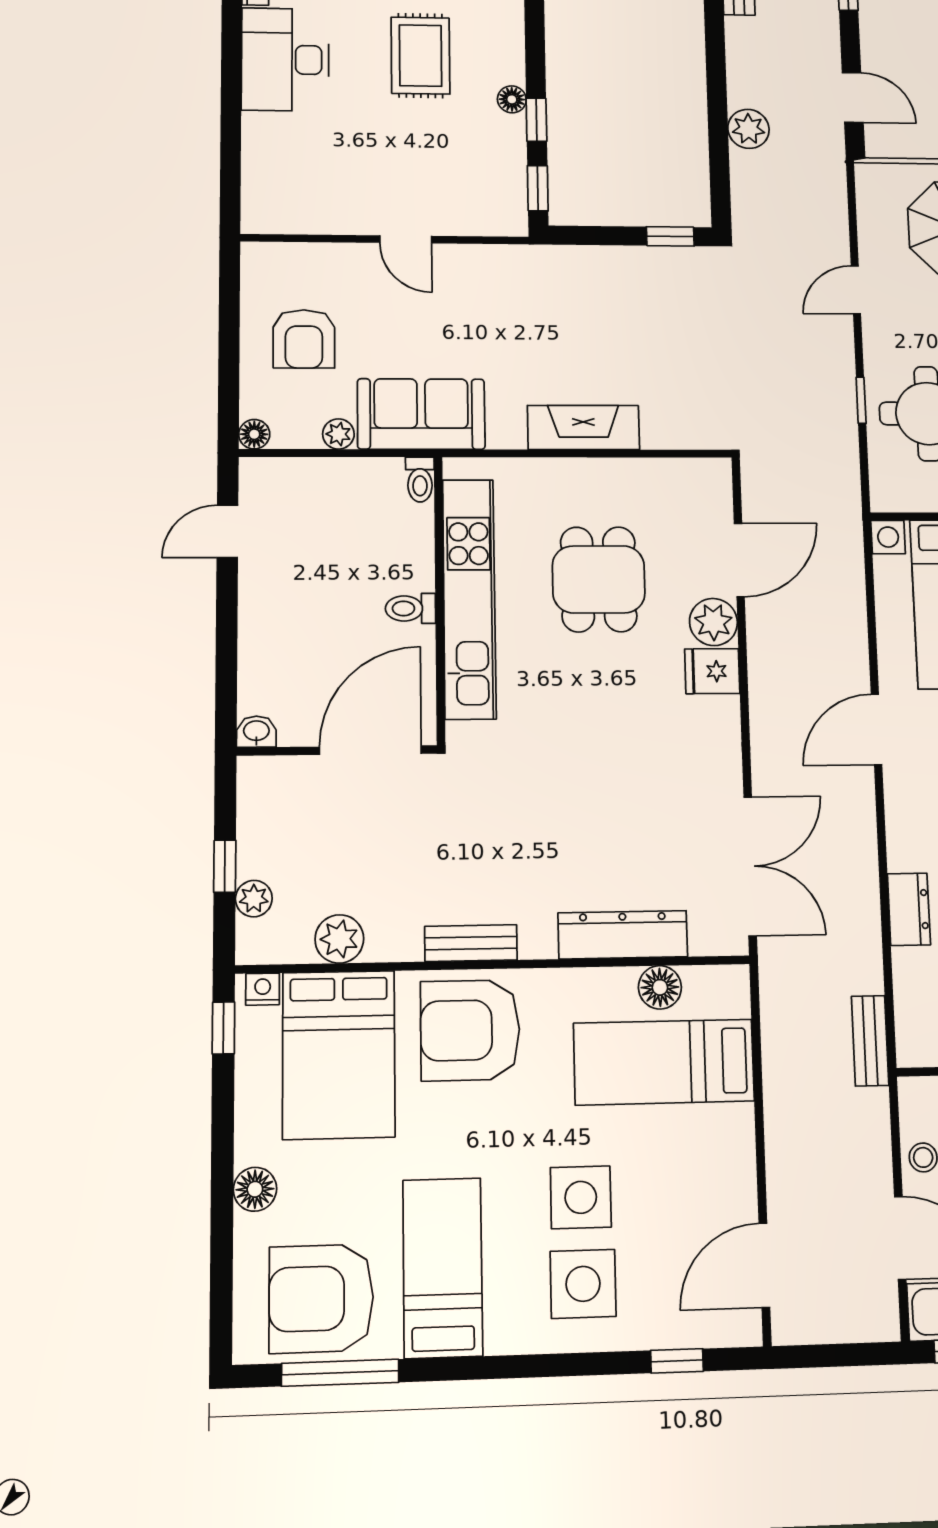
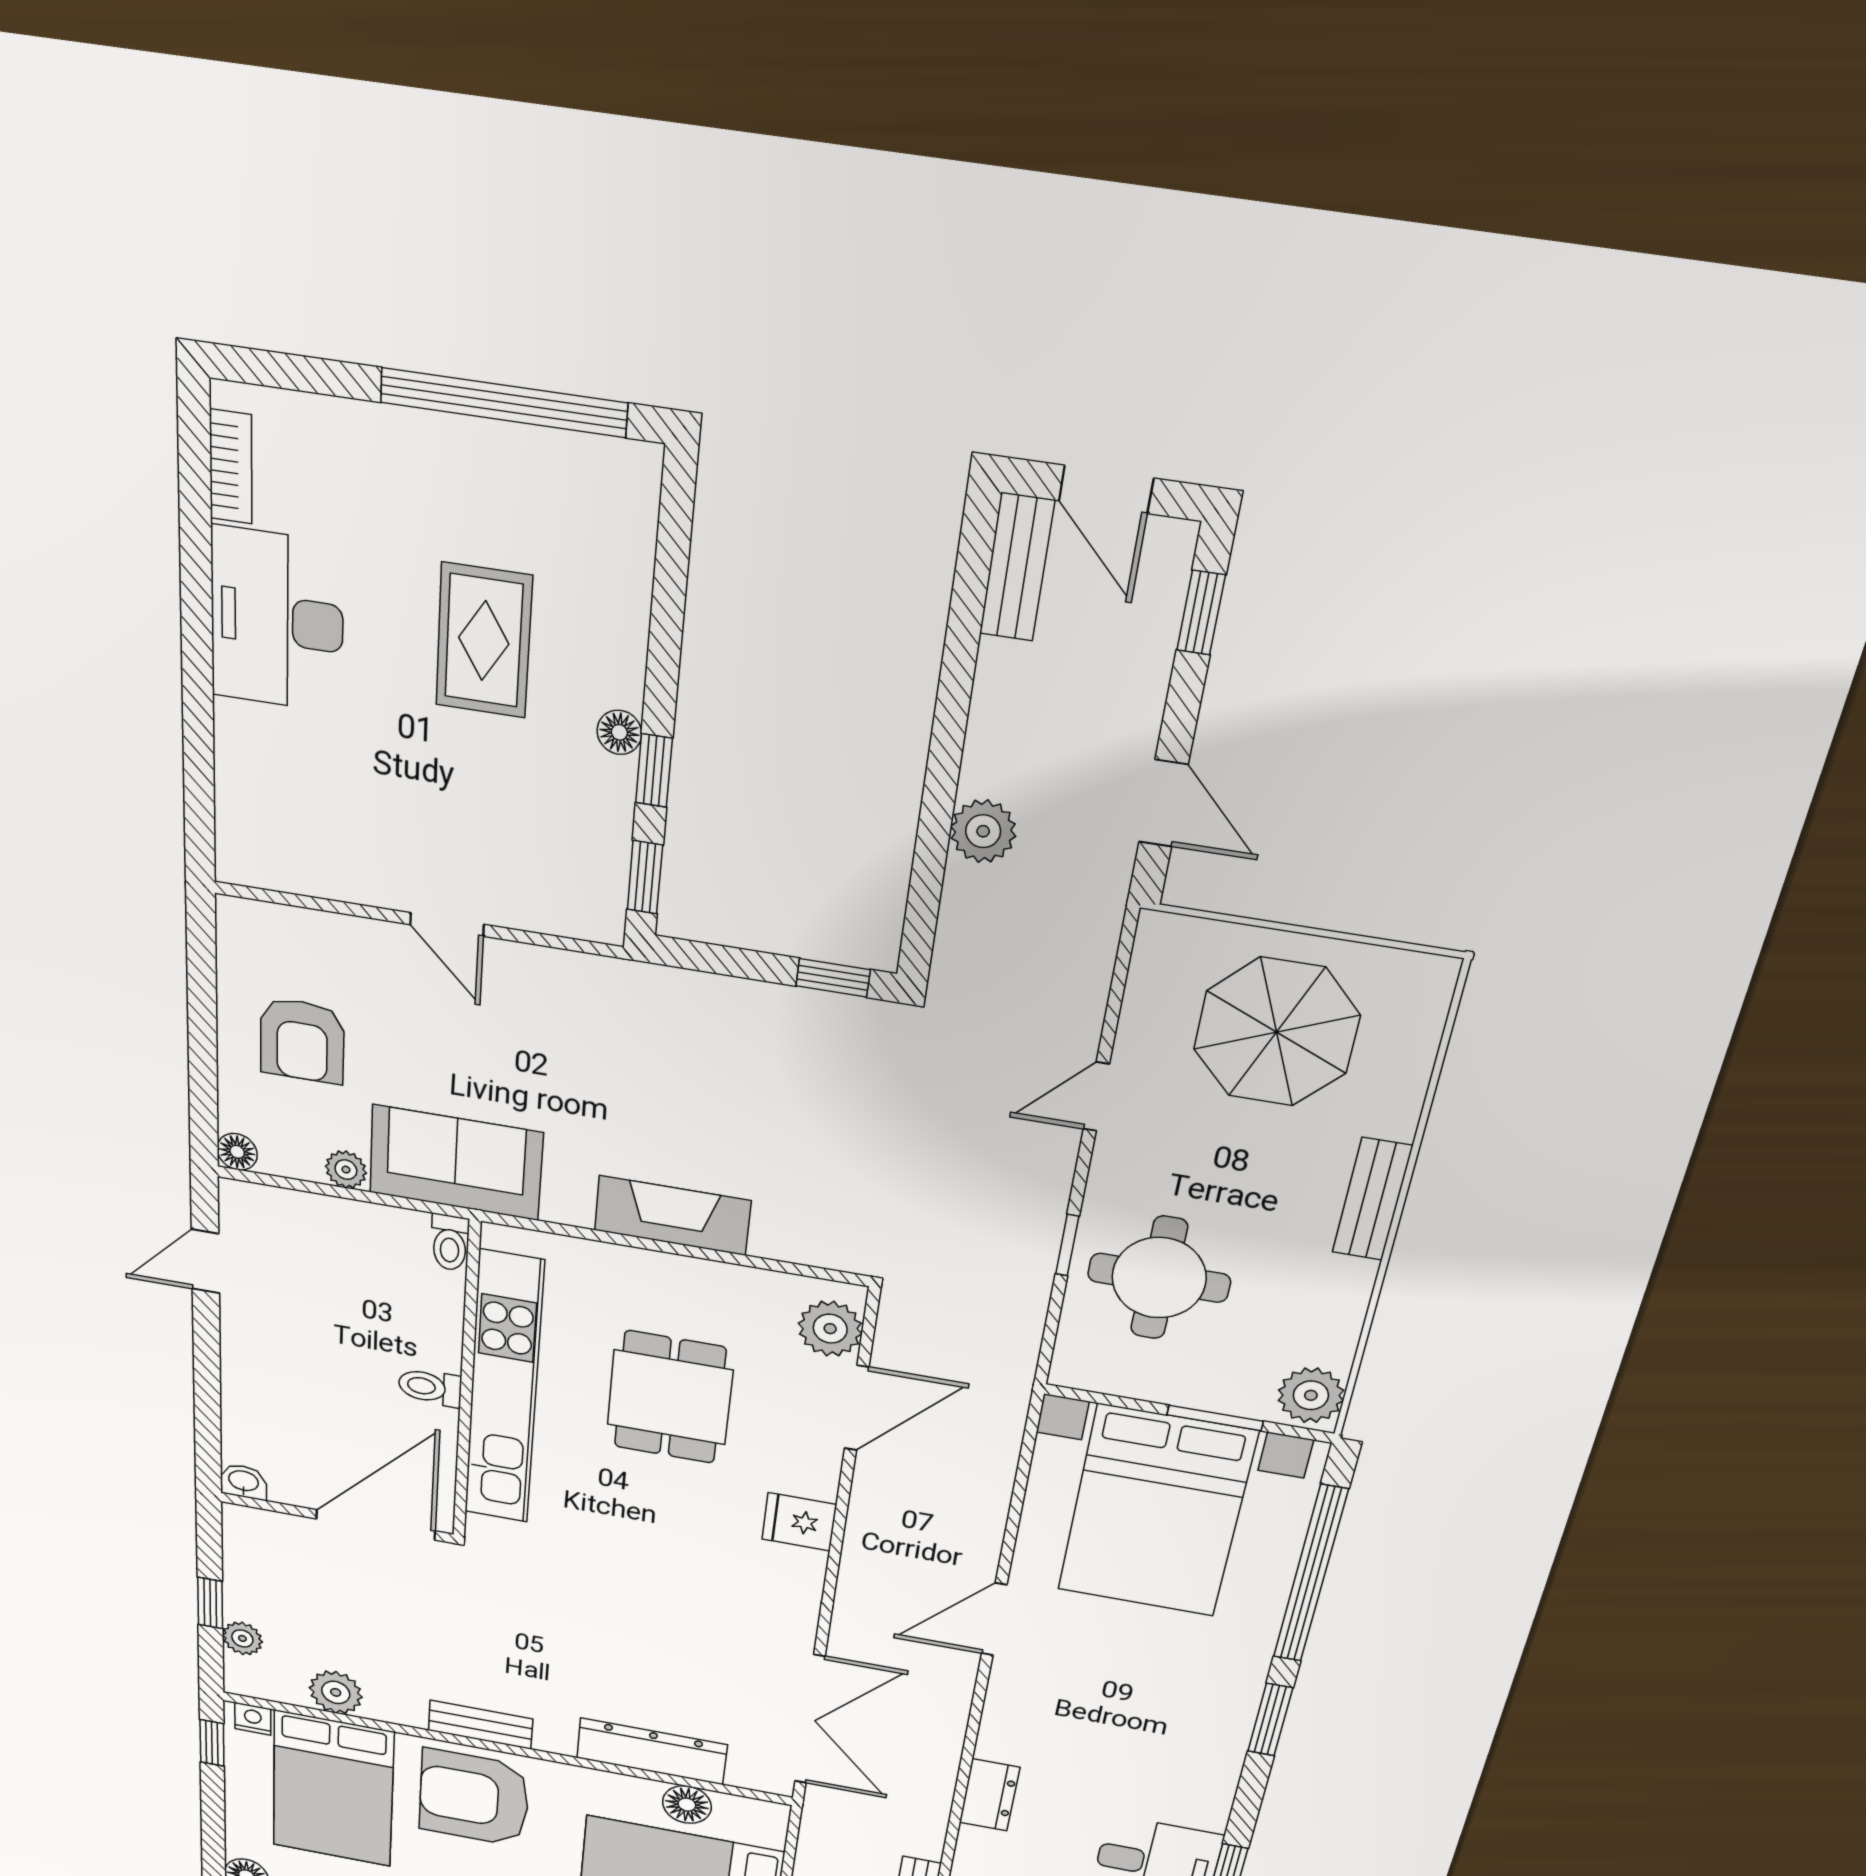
plant: (713, 622) -> (830, 1329), moved

